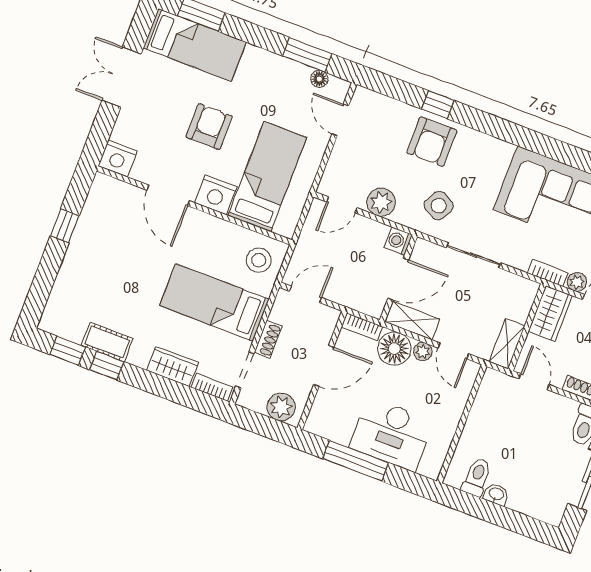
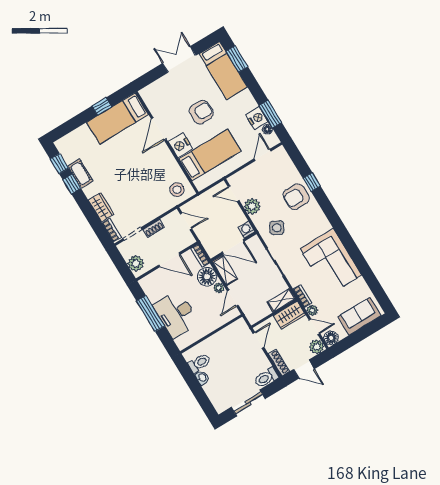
nightstand: (118, 158) -> (257, 118), moved, turned 180
bed: (214, 302) -> (117, 118), moved, turned -90
shelving: (507, 344) -> (281, 300), moved

